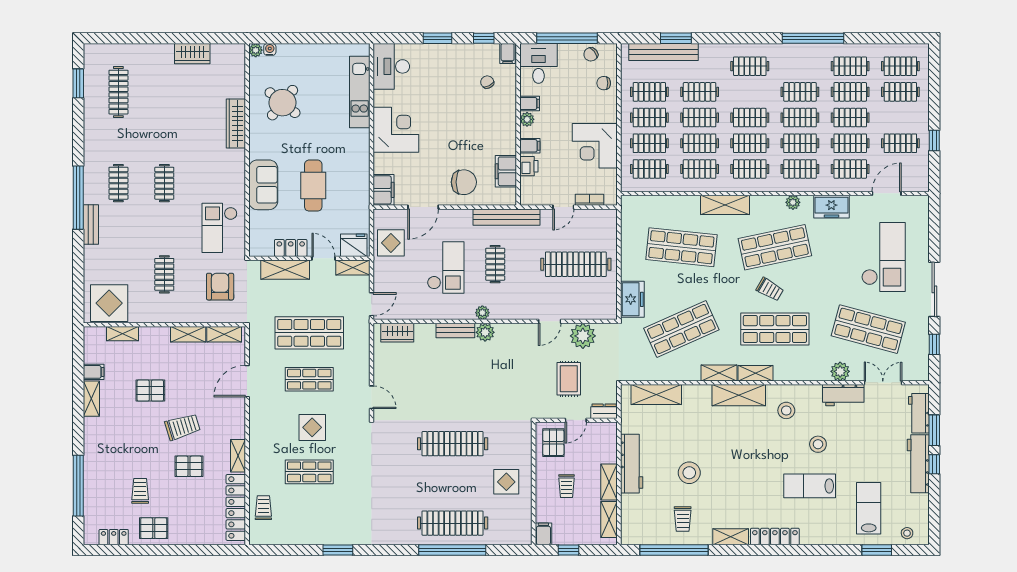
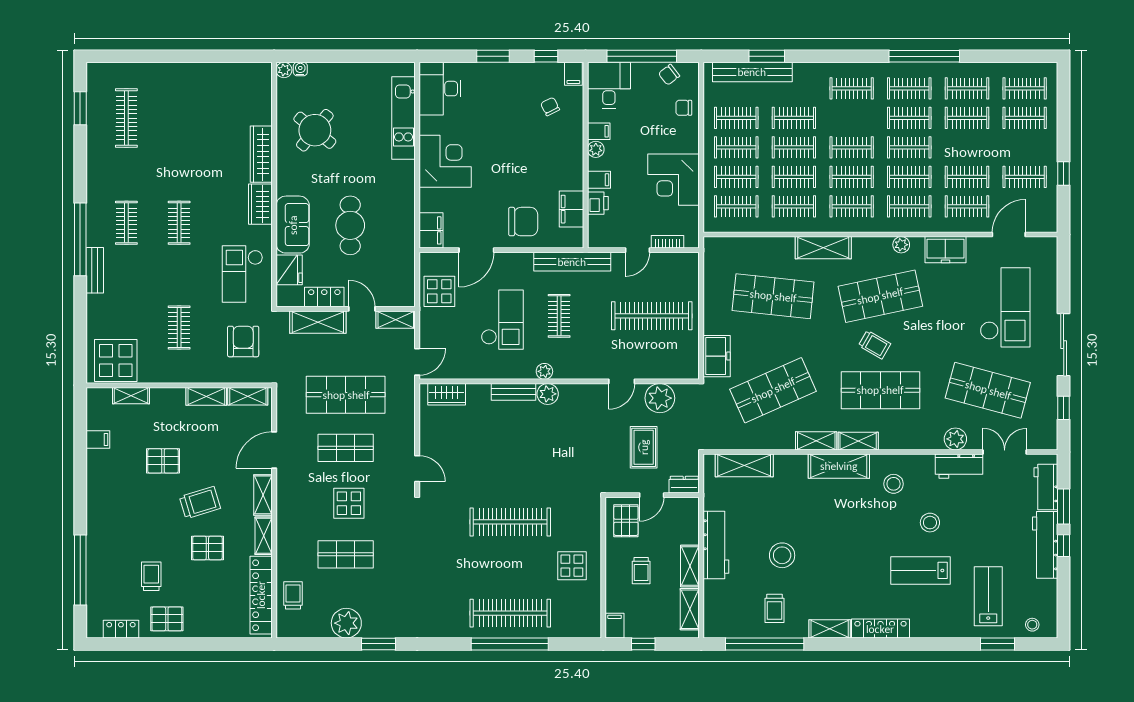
wardrobe: (192, 54) -> (260, 204), moved, turned 90
clothes rail: (850, 118) -> (909, 88), moved
fridge: (354, 245) -> (289, 270), moved, turned 90
shelving: (91, 399) -> (263, 495), moved
plant: (310, 532) -> (346, 623), added

